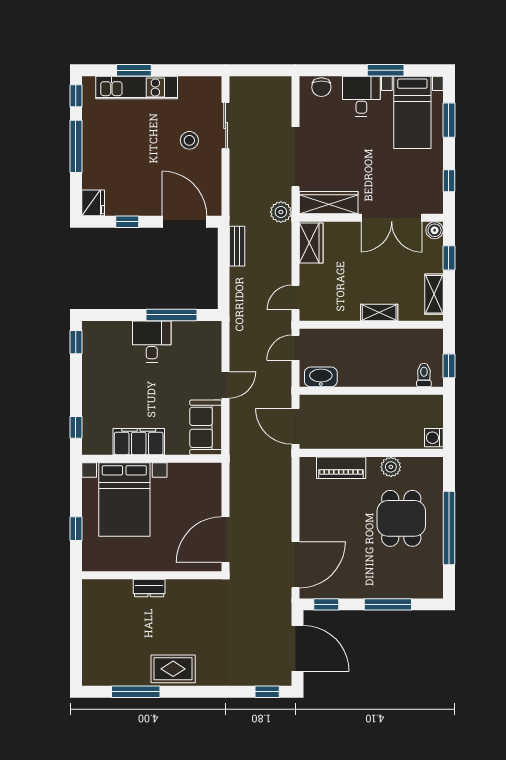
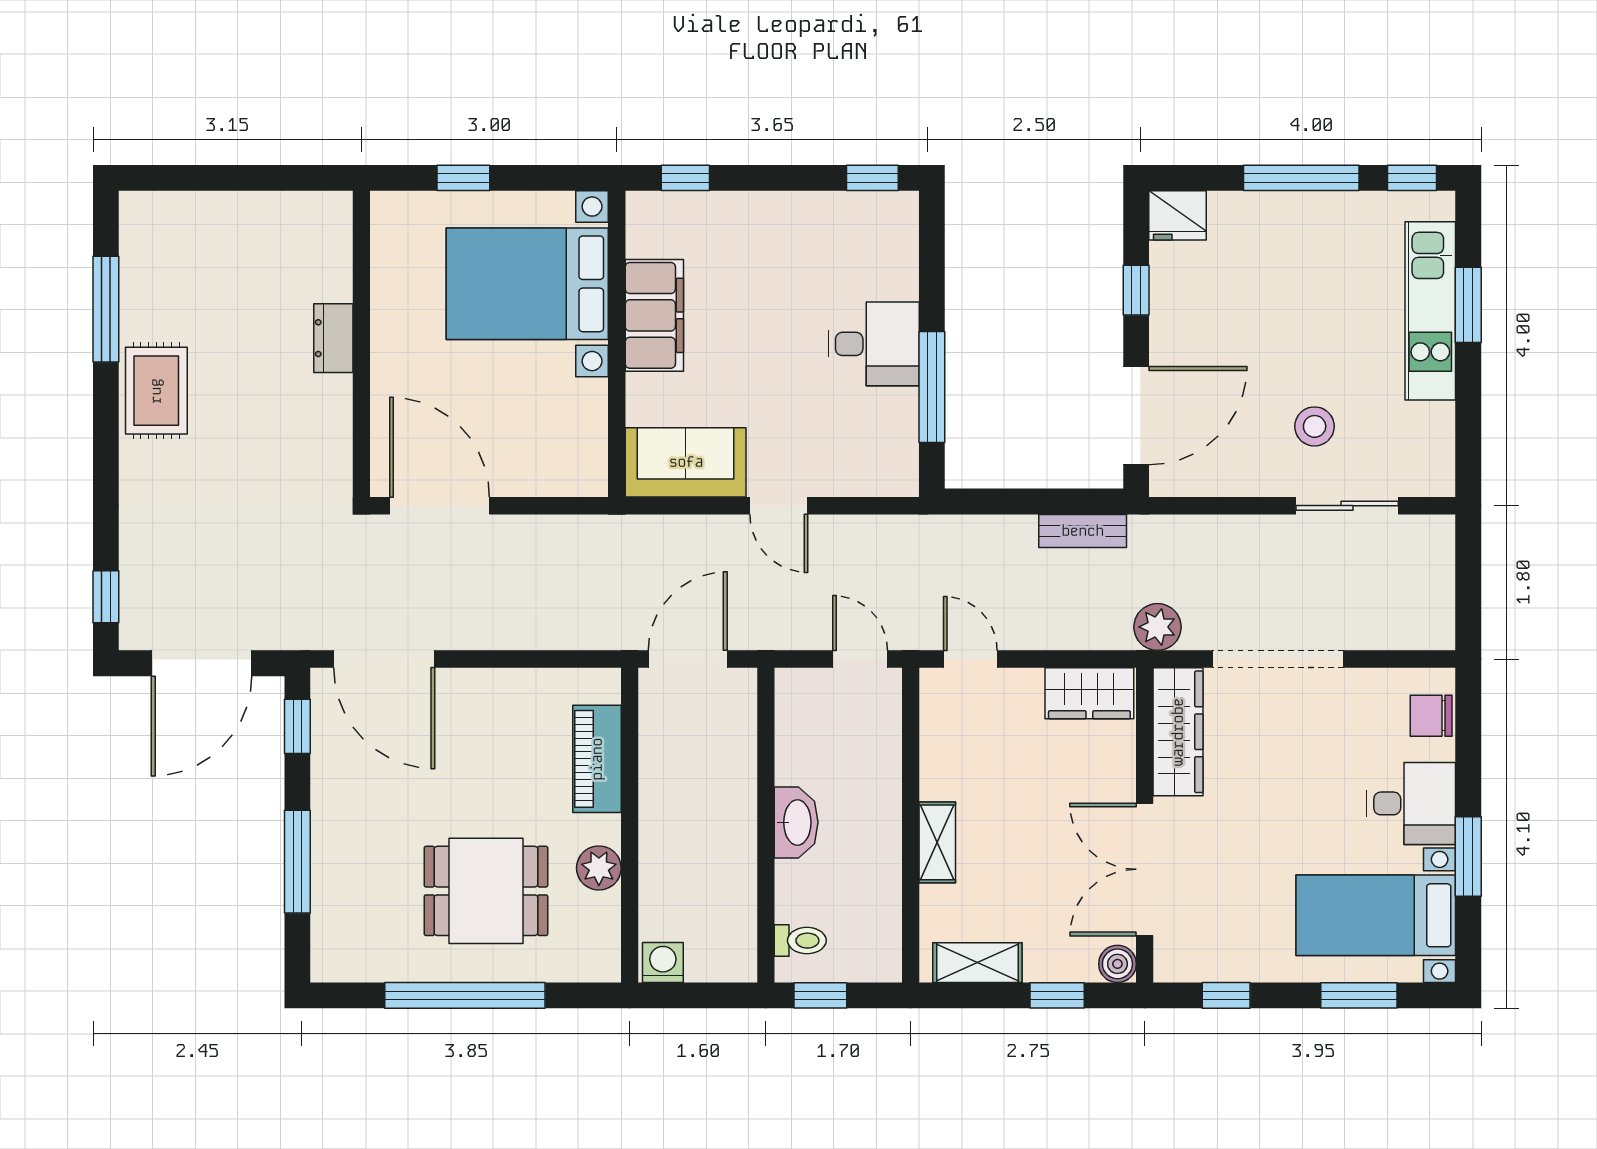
washbasin: (321, 377) -> (796, 822), moved

